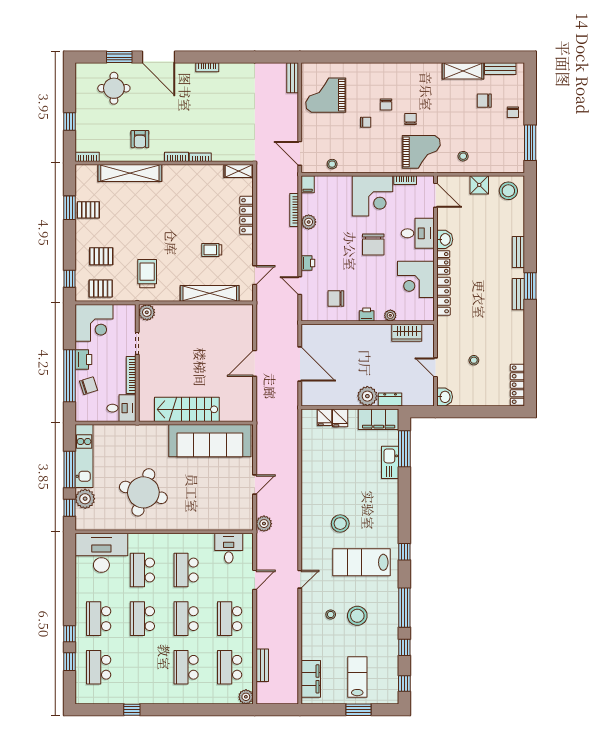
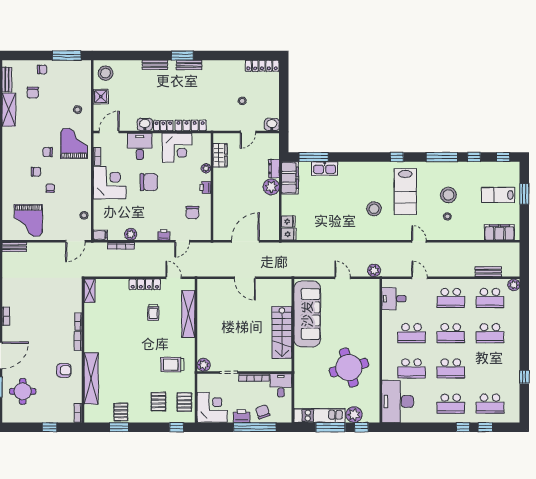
locker: (247, 215) -> (145, 284), moved
fridge: (340, 418) -> (289, 234), moved
round table: (143, 492) -> (349, 368), turned -33

